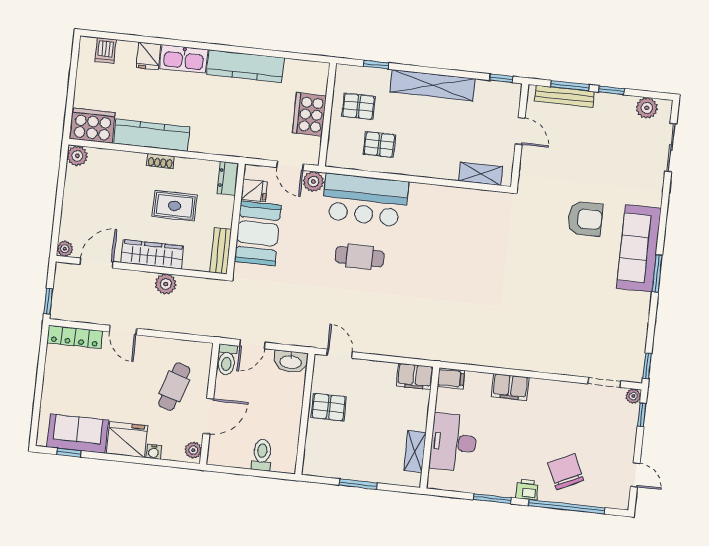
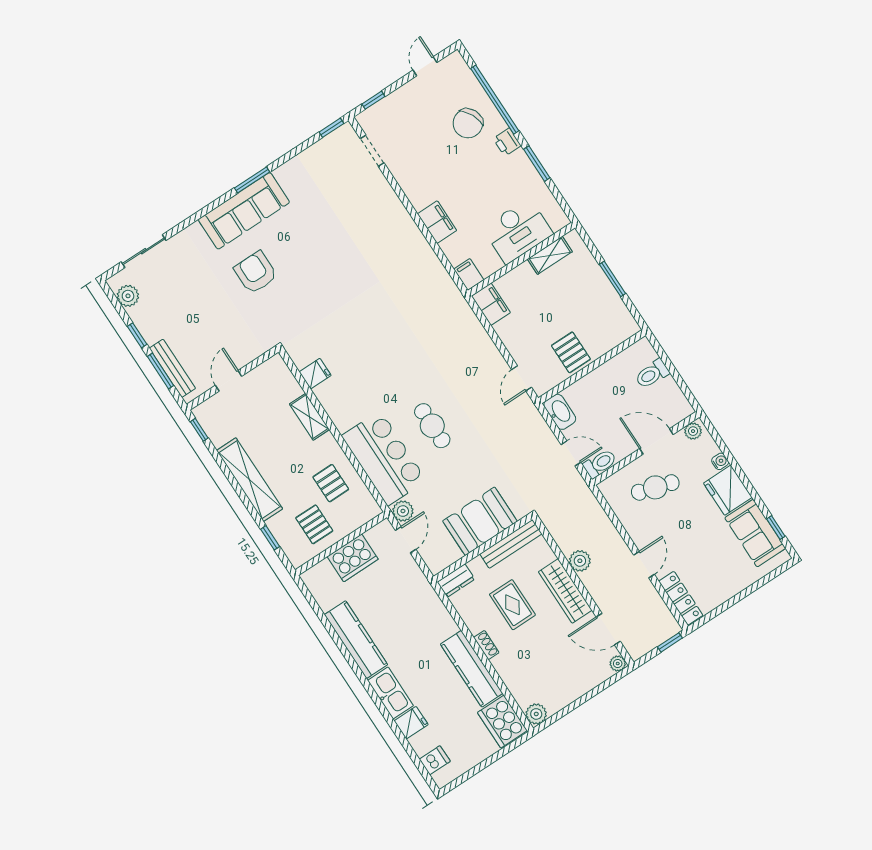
shelving: (481, 174) -> (309, 417), moved
fridge: (254, 190) -> (315, 374), moved, turned 90
bench: (221, 251) -> (511, 544), width x1.36
plant: (633, 396) -> (364, 119), removed

